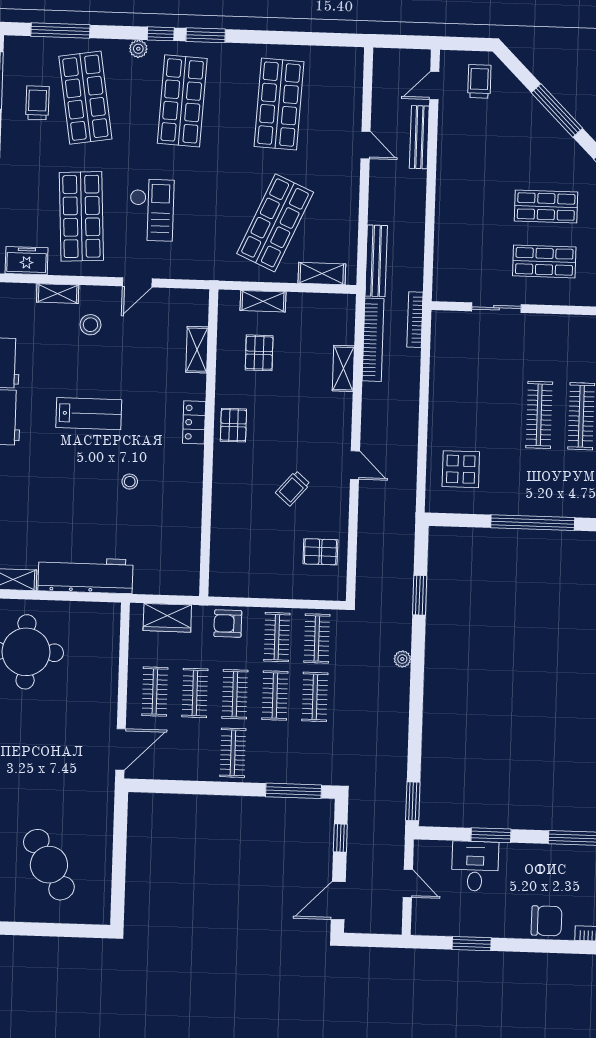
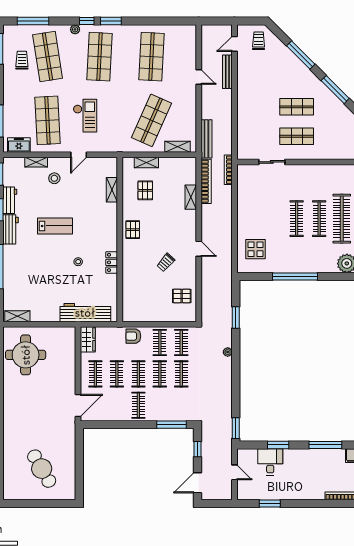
locker: (194, 422) -> (112, 262), moved
workbench: (85, 575) -> (85, 313), moved
wardrobe: (167, 618) -> (88, 339), moved, turned -90
chair: (547, 921) -> (310, 490), removed

